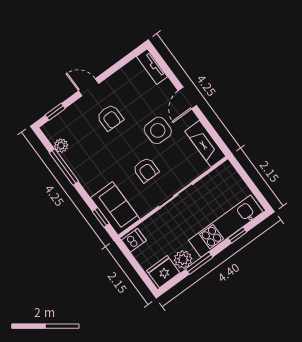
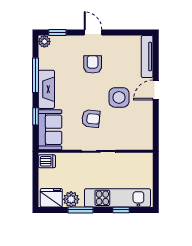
tv unit: (152, 67) -> (147, 57), width x1.41
armchair: (110, 118) -> (93, 64), turned 180
fireplace: (205, 144) -> (46, 89), moved, turned 180
plant: (61, 146) -> (44, 41), moved
armchair: (146, 170) -> (91, 119), turned -84
window: (101, 217) -> (36, 116), moved

